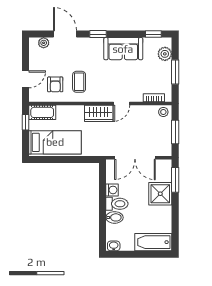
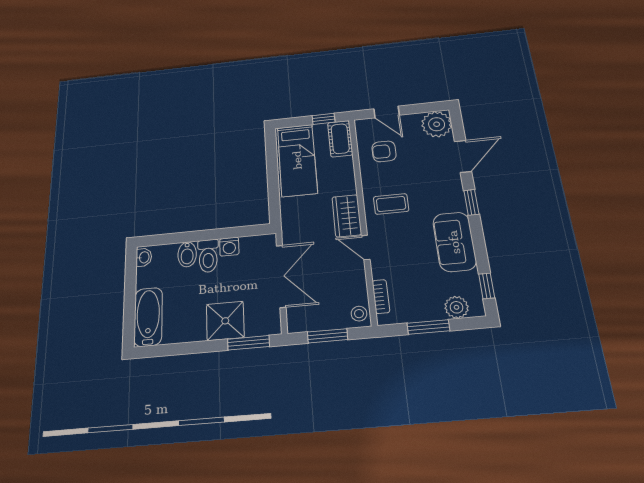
plant: (44, 43) -> (437, 124), width x1.88, depth x1.88
coffee table: (79, 82) -> (391, 204), moved
double door: (135, 158) -> (281, 276), swing flipped

